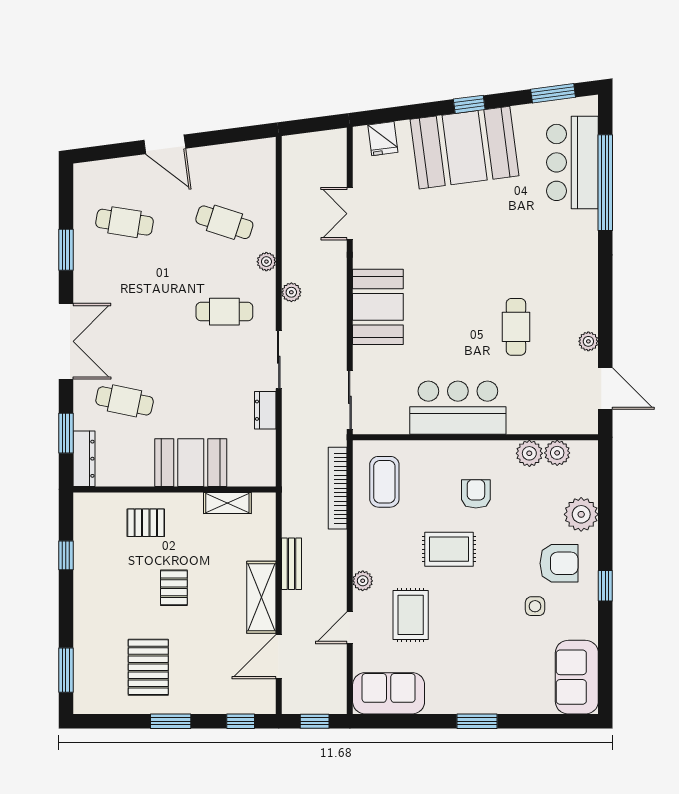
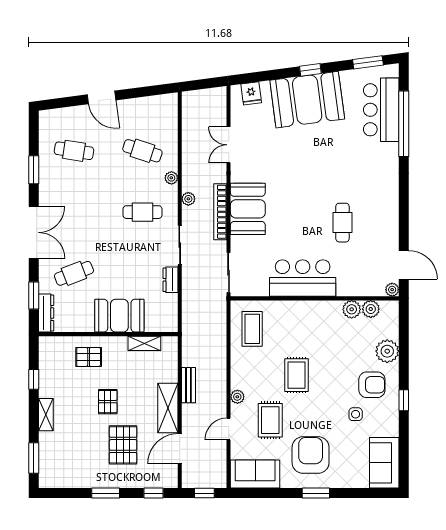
plant: (588, 341) -> (392, 290), moved
cafe table: (125, 401) -> (74, 273), turned -33
bookcase: (338, 488) -> (220, 212), moved
armchair: (476, 494) -> (311, 455), moved, width x1.88, depth x1.88
rug: (449, 549) -> (297, 375), turned 90
shelving: (84, 607) -> (46, 415), added
pallet: (148, 667) -> (123, 445), moved

